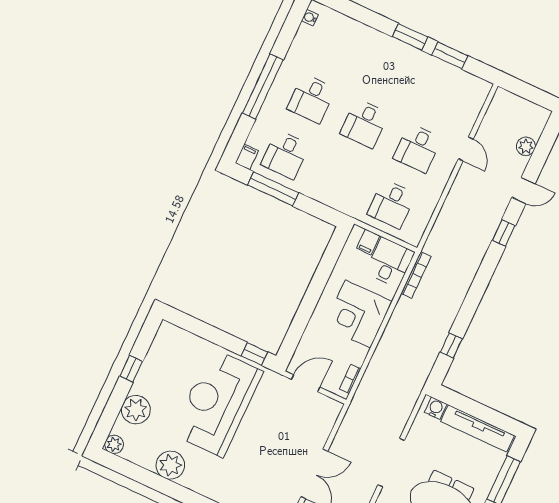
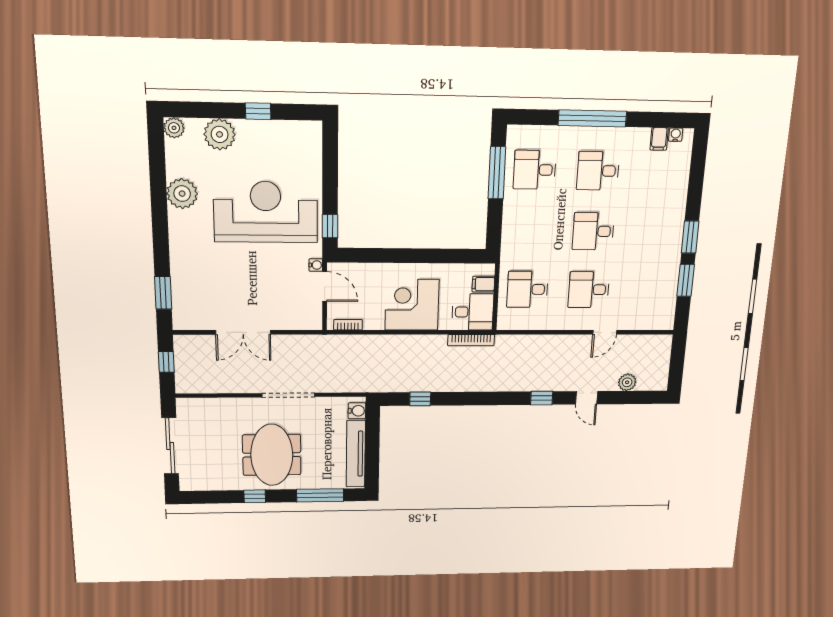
filing cabinet: (247, 157) -> (659, 139), moved, turned 90
water cooler: (283, 382) -> (316, 265), added

